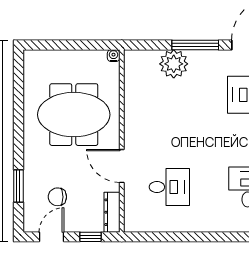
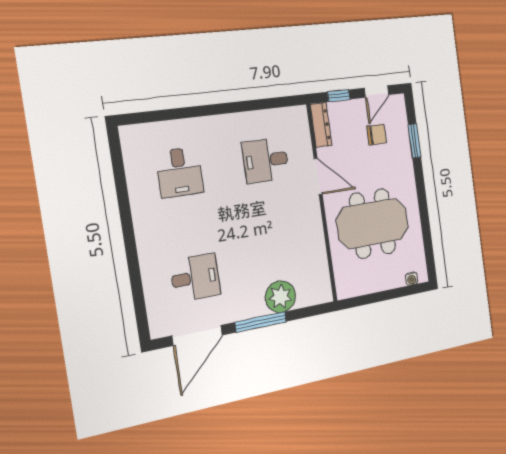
water cooler: (113, 56) -> (412, 279), moved

